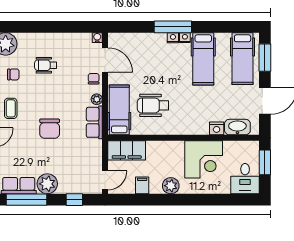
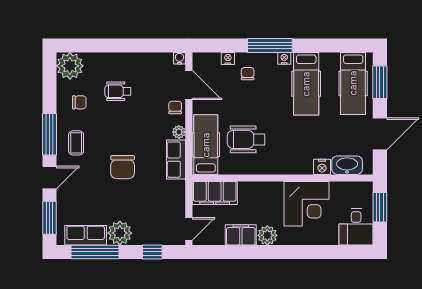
nightstand: (173, 38) -> (228, 59), moved
chair: (154, 50) -> (248, 74), added
filing cabinet: (142, 185) -> (241, 235), width x2.00

